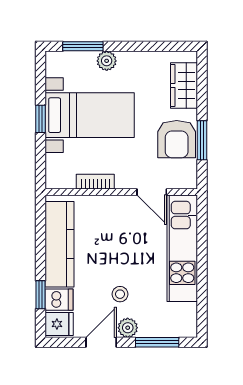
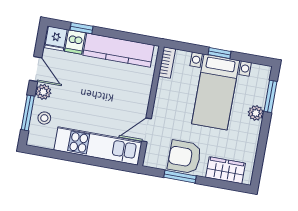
bookcase: (95, 182) -> (167, 63), moved
stool: (120, 294) -> (44, 118), moved

